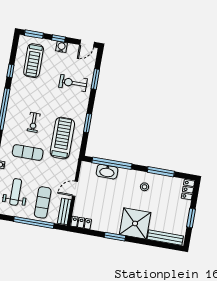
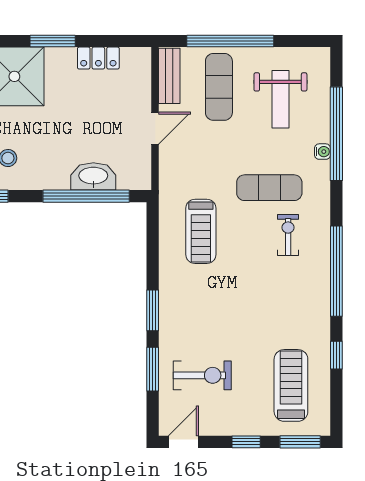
water cooler: (61, 47) -> (237, 425), removed
exercise bike: (73, 83) -> (202, 375), moved
exercise bike: (34, 122) -> (288, 235), moved
window: (88, 123) -> (153, 310), moved
treadmill: (62, 138) -> (201, 231), width x0.73, depth x0.73
locker: (81, 223) -> (98, 58), moved

